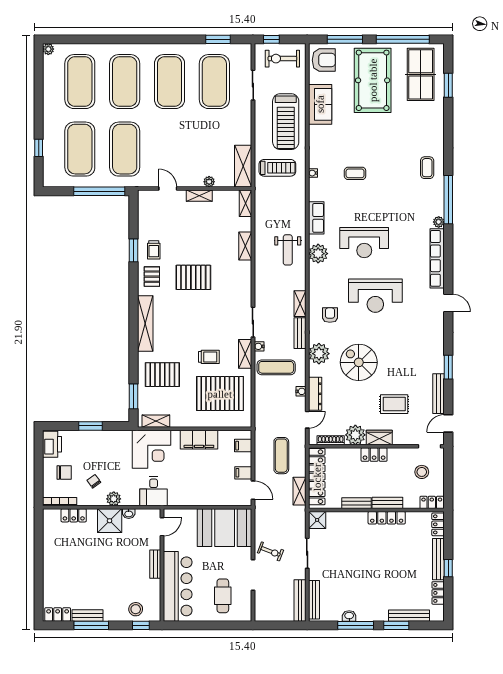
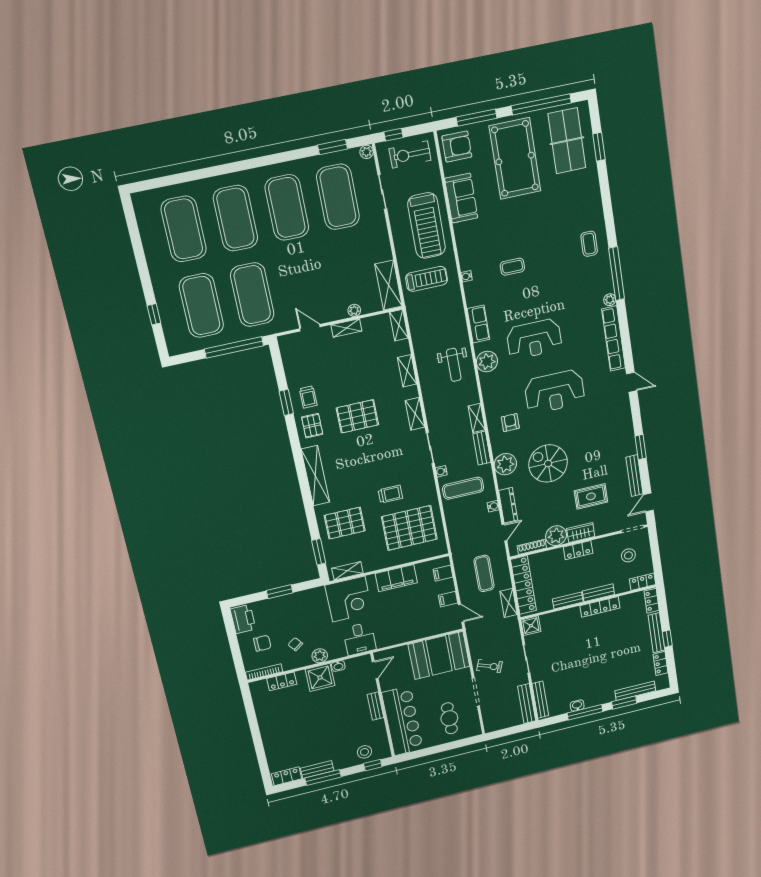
plant: (48, 49) -> (367, 152), moved
shelving: (245, 354) -> (415, 414), moved

